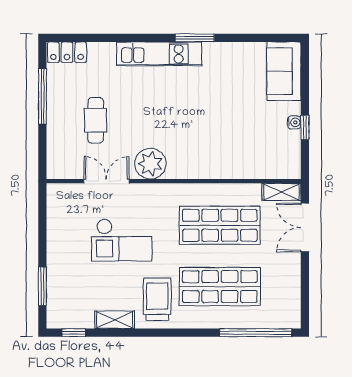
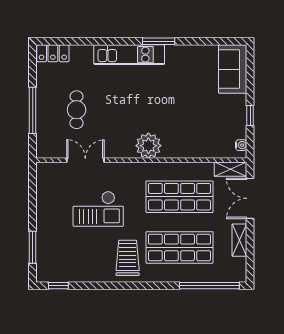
window: (42, 96) -> (33, 110), moved
water cooler: (294, 122) -> (241, 145), moved
plant: (150, 164) -> (148, 146), moved
shelving: (115, 320) -> (239, 240), moved, turned 90

